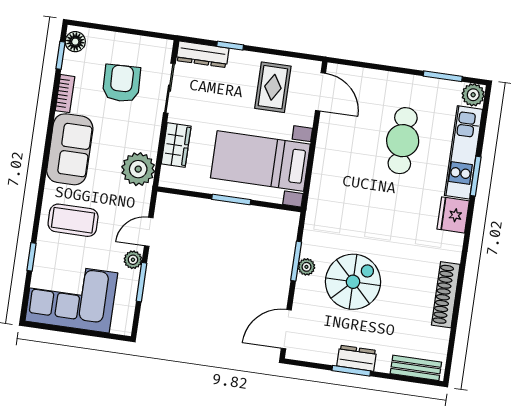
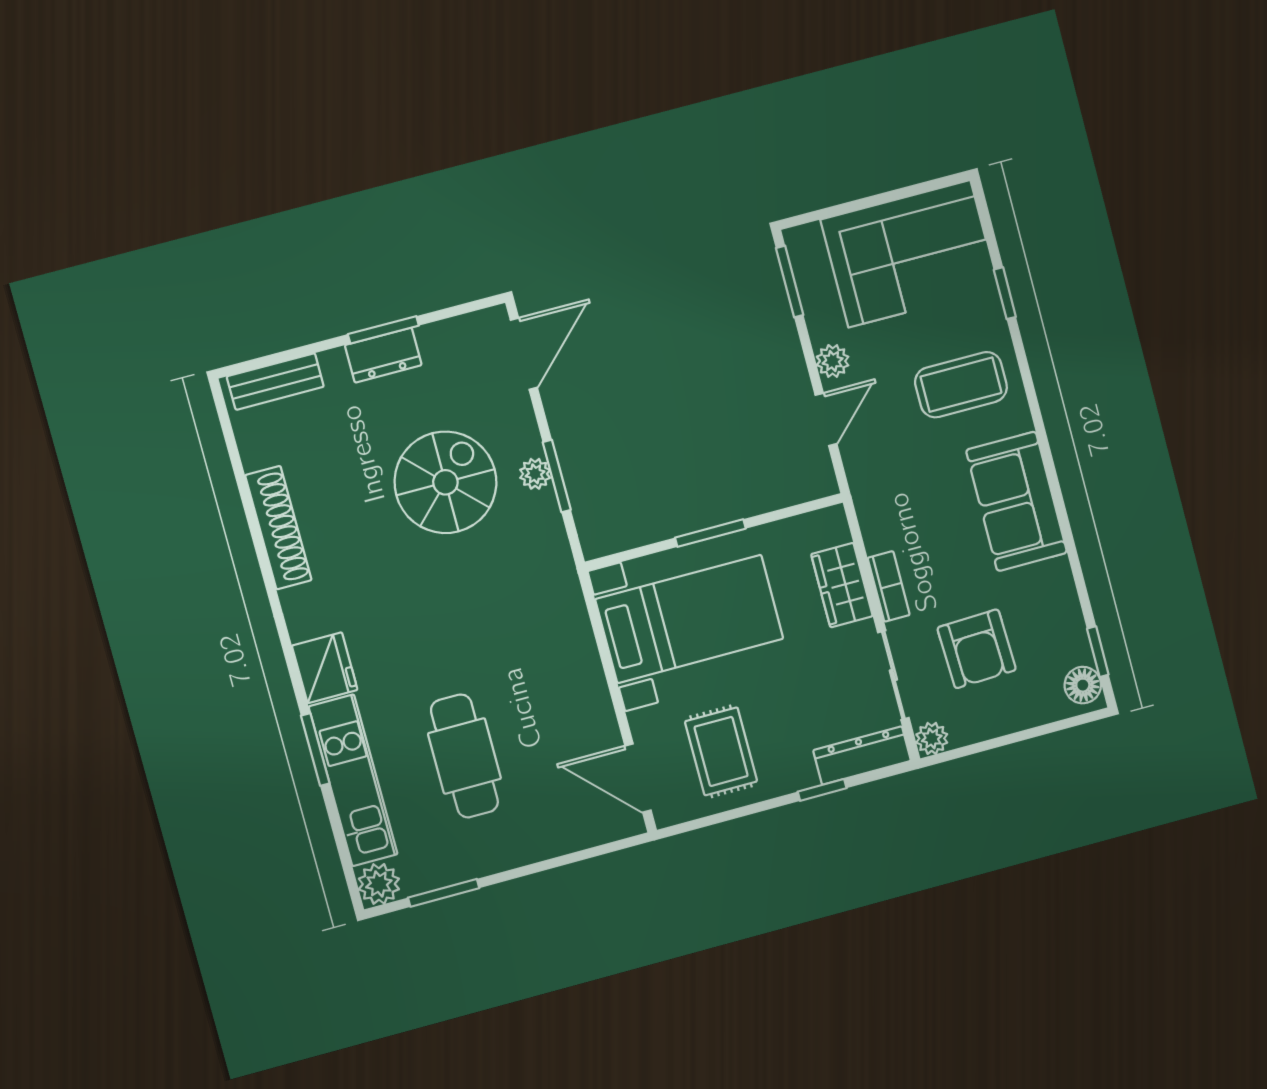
bookcase: (65, 94) -> (889, 586), moved, turned 180
plant: (138, 169) -> (932, 738), moved, width x0.53, depth x0.53
window: (141, 282) -> (790, 281), moved
spiral stairs: (353, 282) -> (445, 482), turned 180

